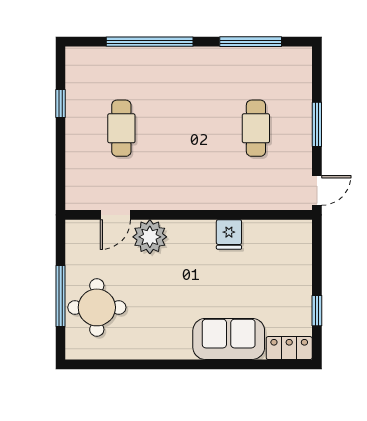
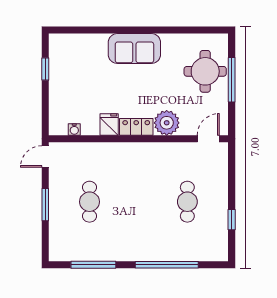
door: (115, 215) -> (208, 139), moved
water cooler: (277, 228) -> (74, 129), added
sofa: (229, 339) -> (134, 48), moved
locker: (289, 348) -> (136, 127), moved, turned 180

